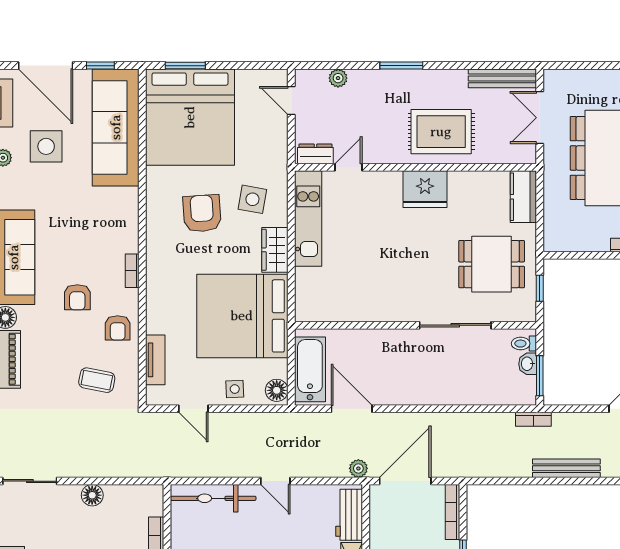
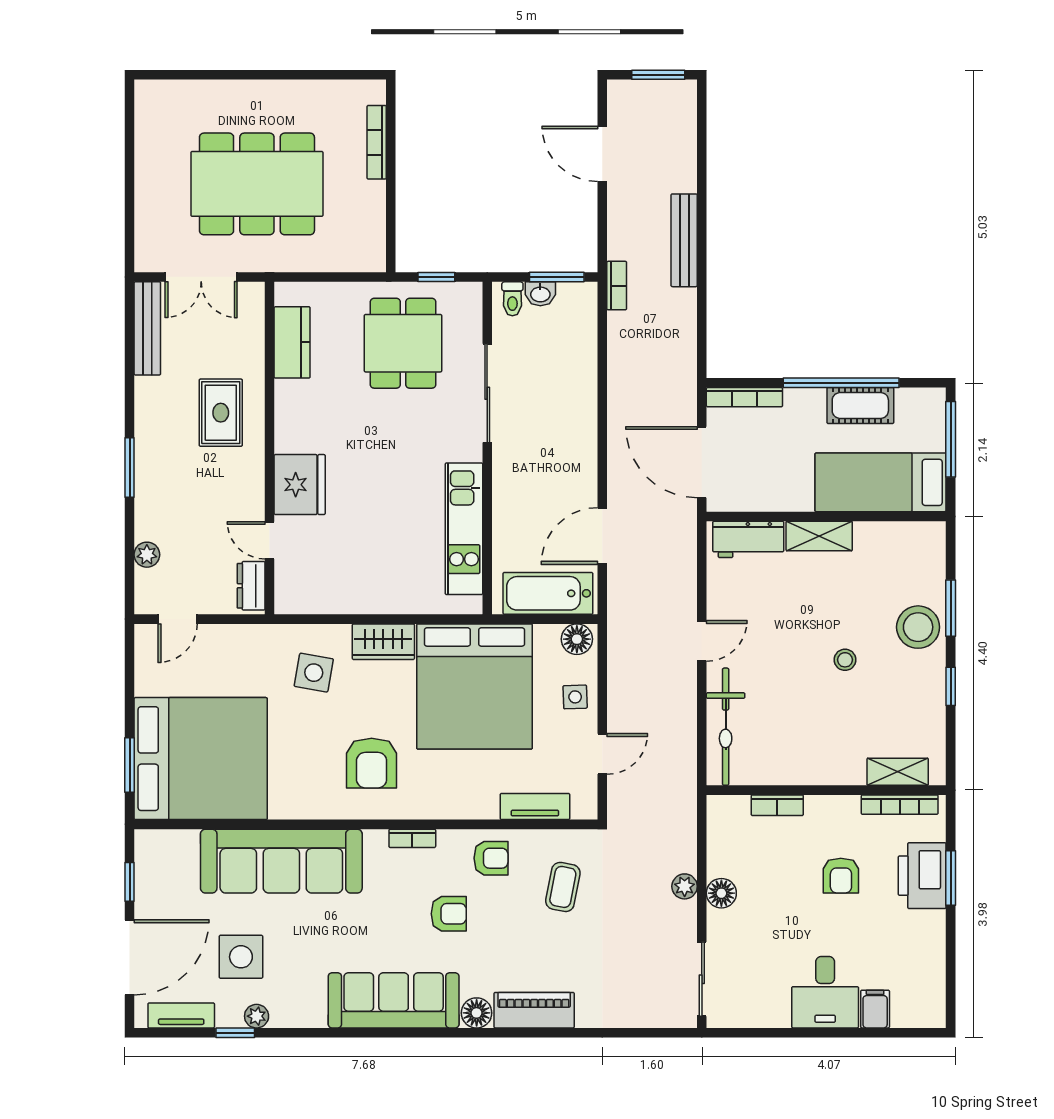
sofa: (116, 127) -> (281, 861), moved
rug: (441, 132) -> (221, 413), width x0.73, depth x0.70
fridge: (425, 189) -> (300, 485), moved
kitchen counter: (523, 197) -> (292, 342), moved, turned -90
armchair: (202, 213) -> (372, 763), moved, turned -86
kitchen unit: (308, 218) -> (464, 529), moved, turned -90
plant: (358, 468) -> (685, 886), moved

